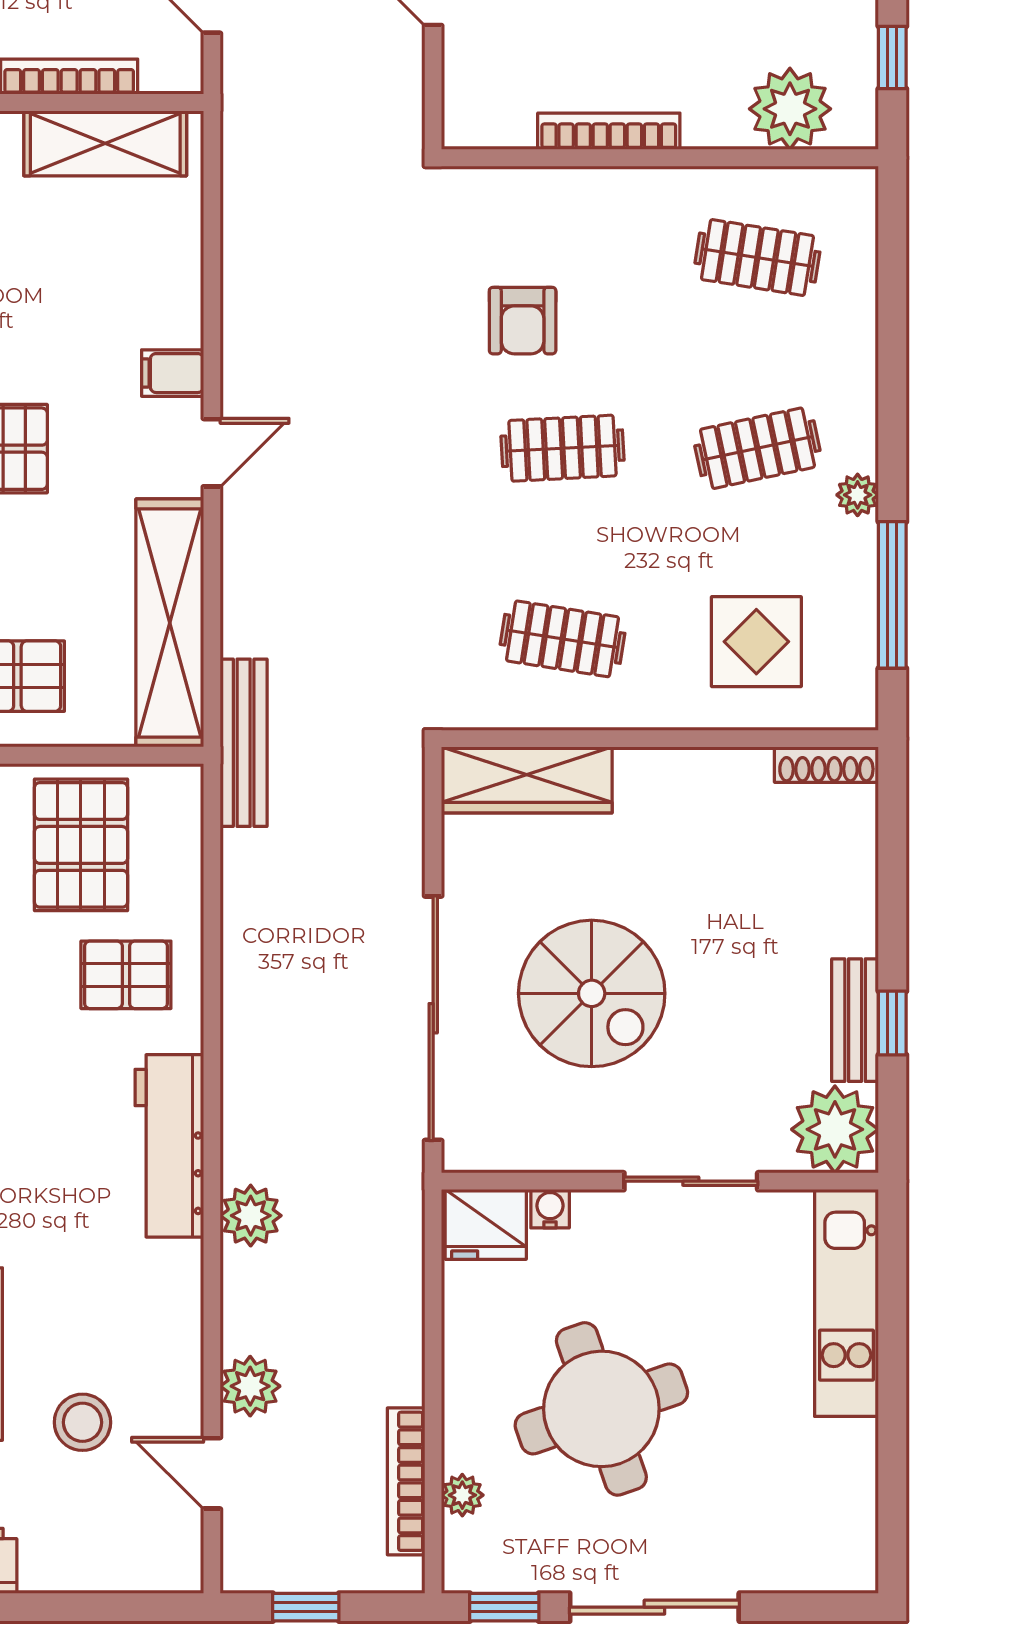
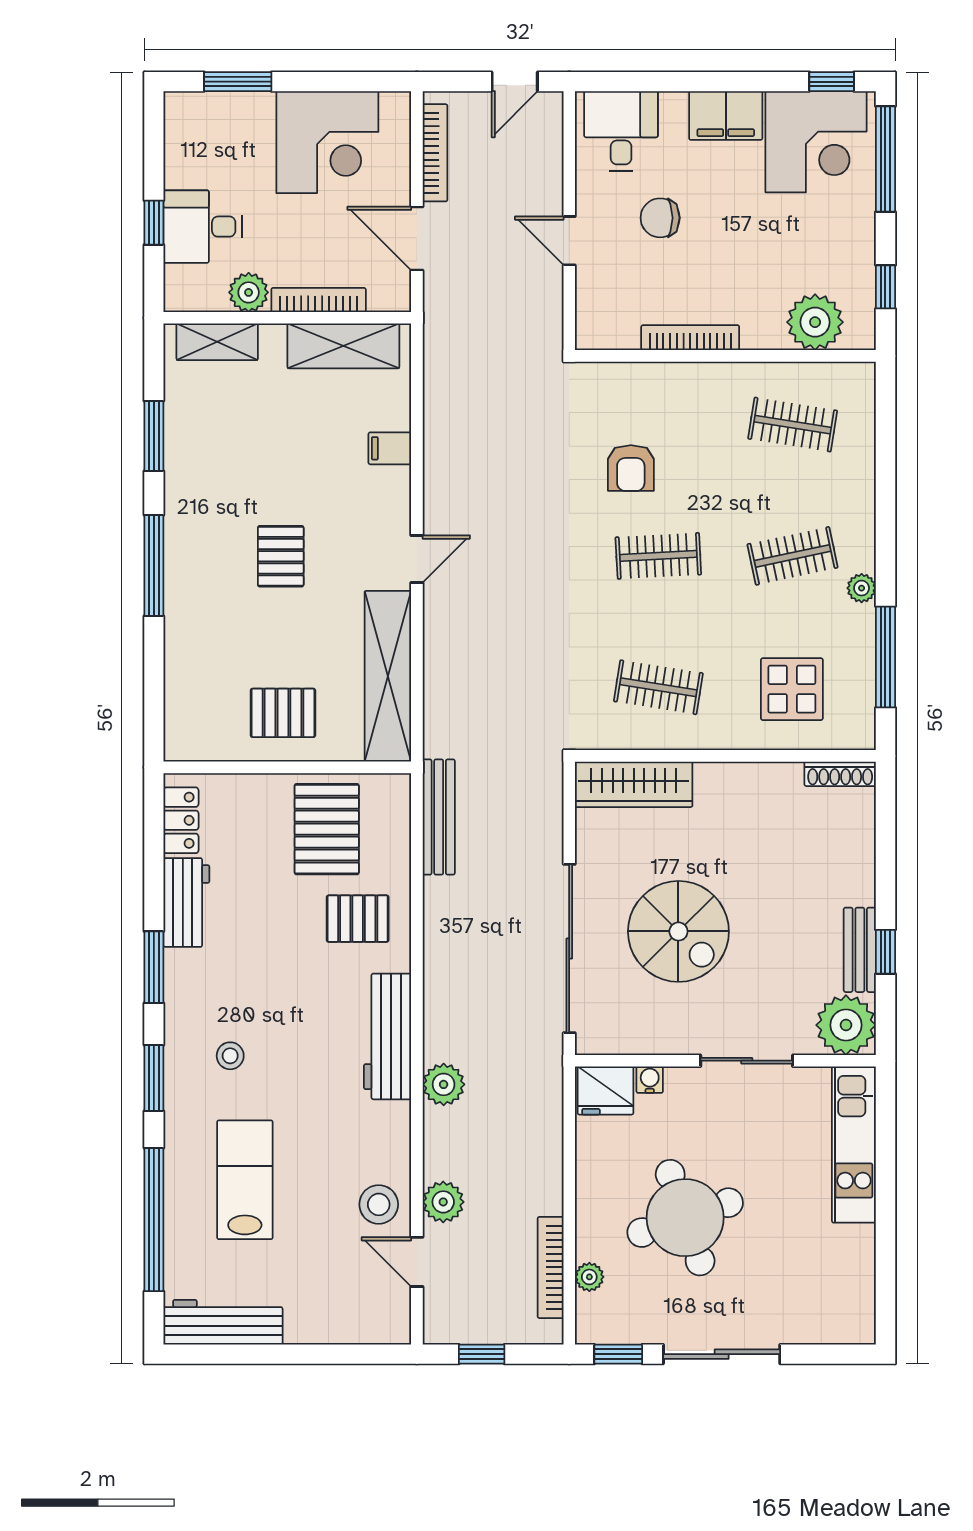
filing cabinet: (173, 373) -> (390, 448), moved
bench: (244, 743) -> (439, 817), moved
stool: (82, 1422) -> (379, 1204), moved

